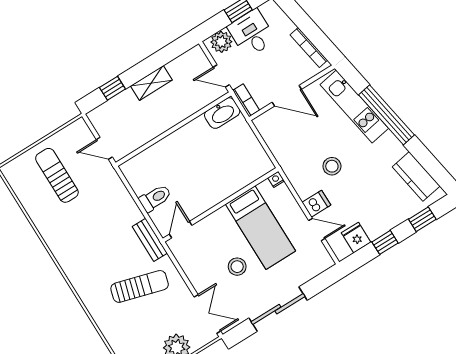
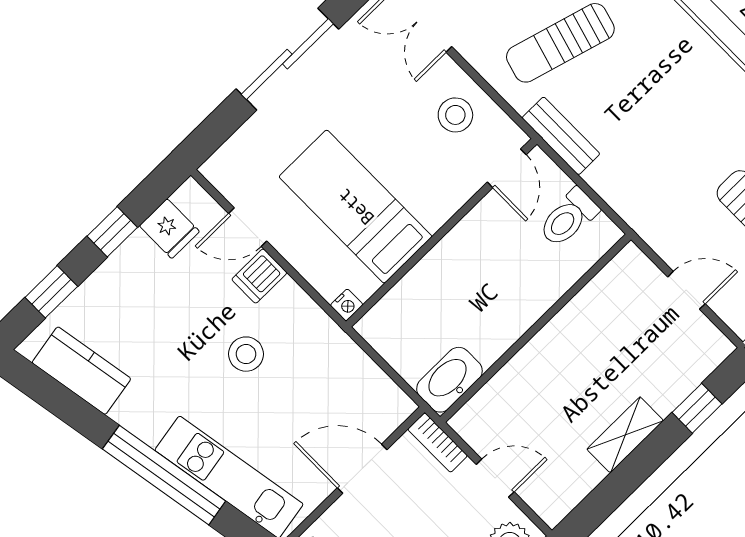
washbasin: (222, 113) -> (449, 380), moved
wall: (173, 129) -> (536, 328), moved
stool: (237, 267) -> (455, 115), moved

